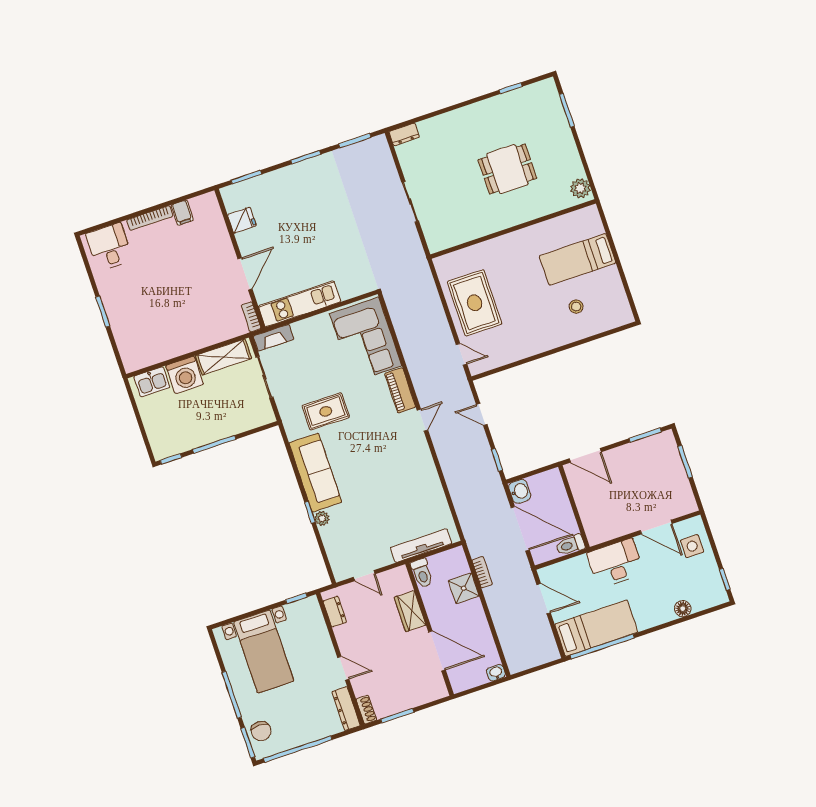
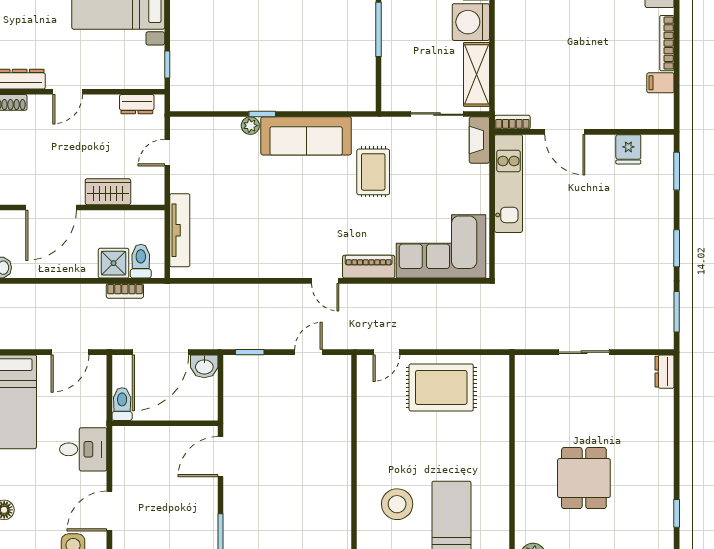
stool: (576, 307) -> (397, 504), width x1.89, depth x1.89
desk: (615, 563) -> (83, 449), width x0.73
toilet: (422, 573) -> (141, 261), moved, turned 90

